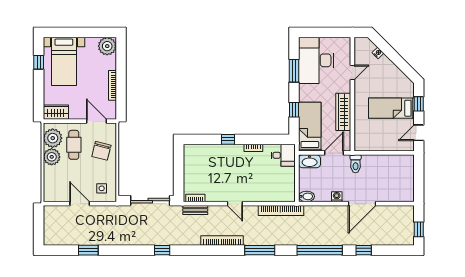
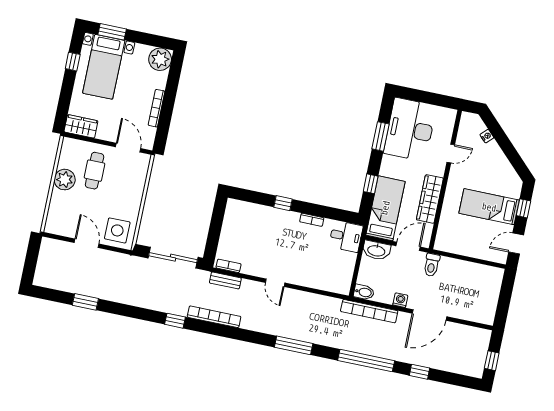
window: (65, 32) -> (112, 32), added
plant: (53, 138) -> (71, 157), removed
chair: (101, 151) -> (126, 185), removed
side table: (102, 188) -> (117, 230), width x1.87, depth x1.87
bookcase: (281, 210) -> (369, 311), moved
bookcase: (222, 241) -> (214, 317), moved

